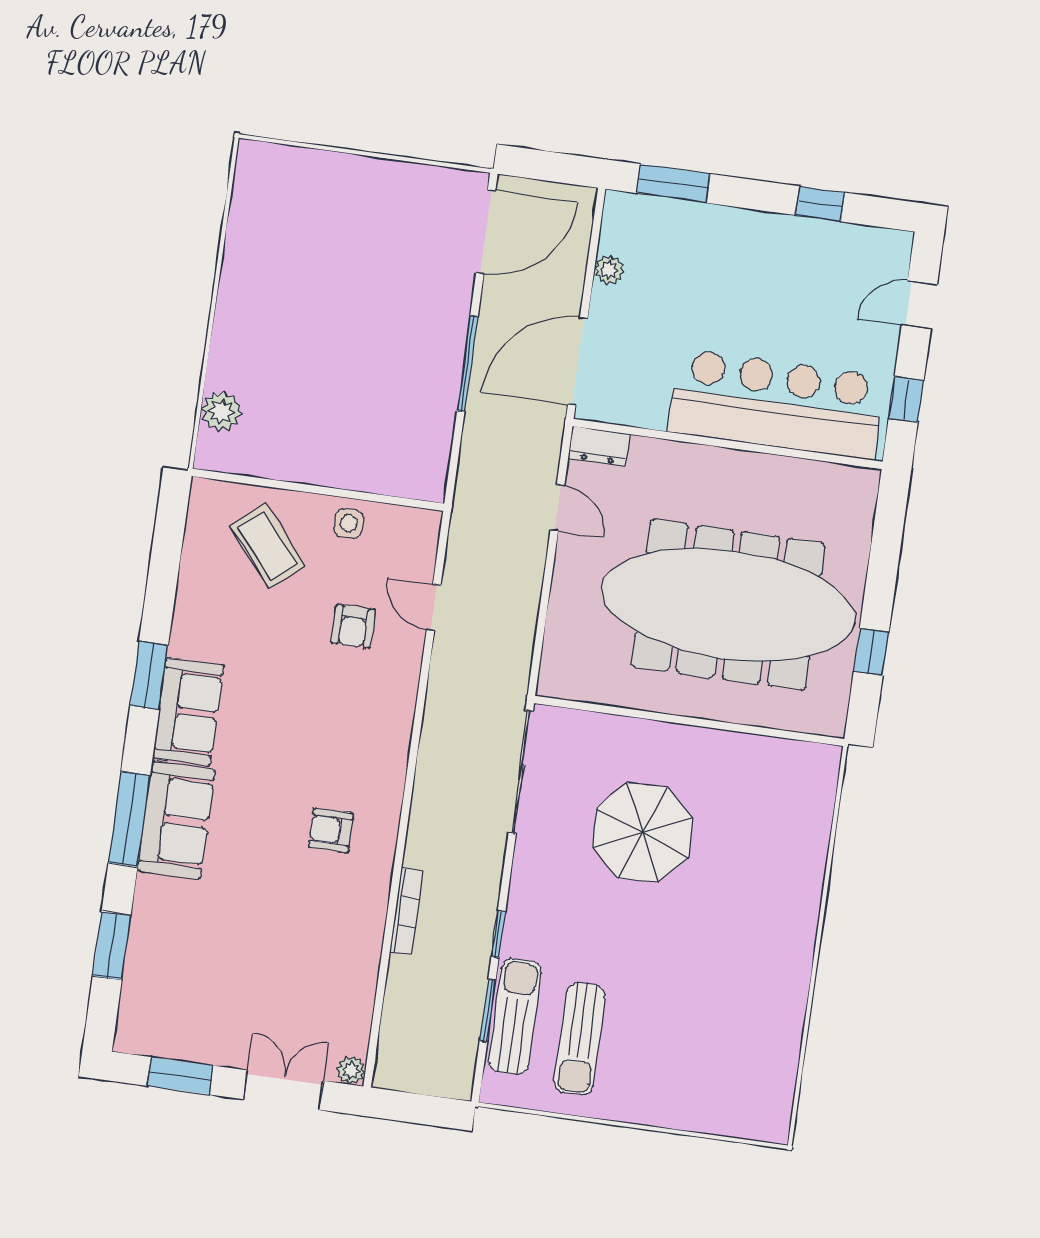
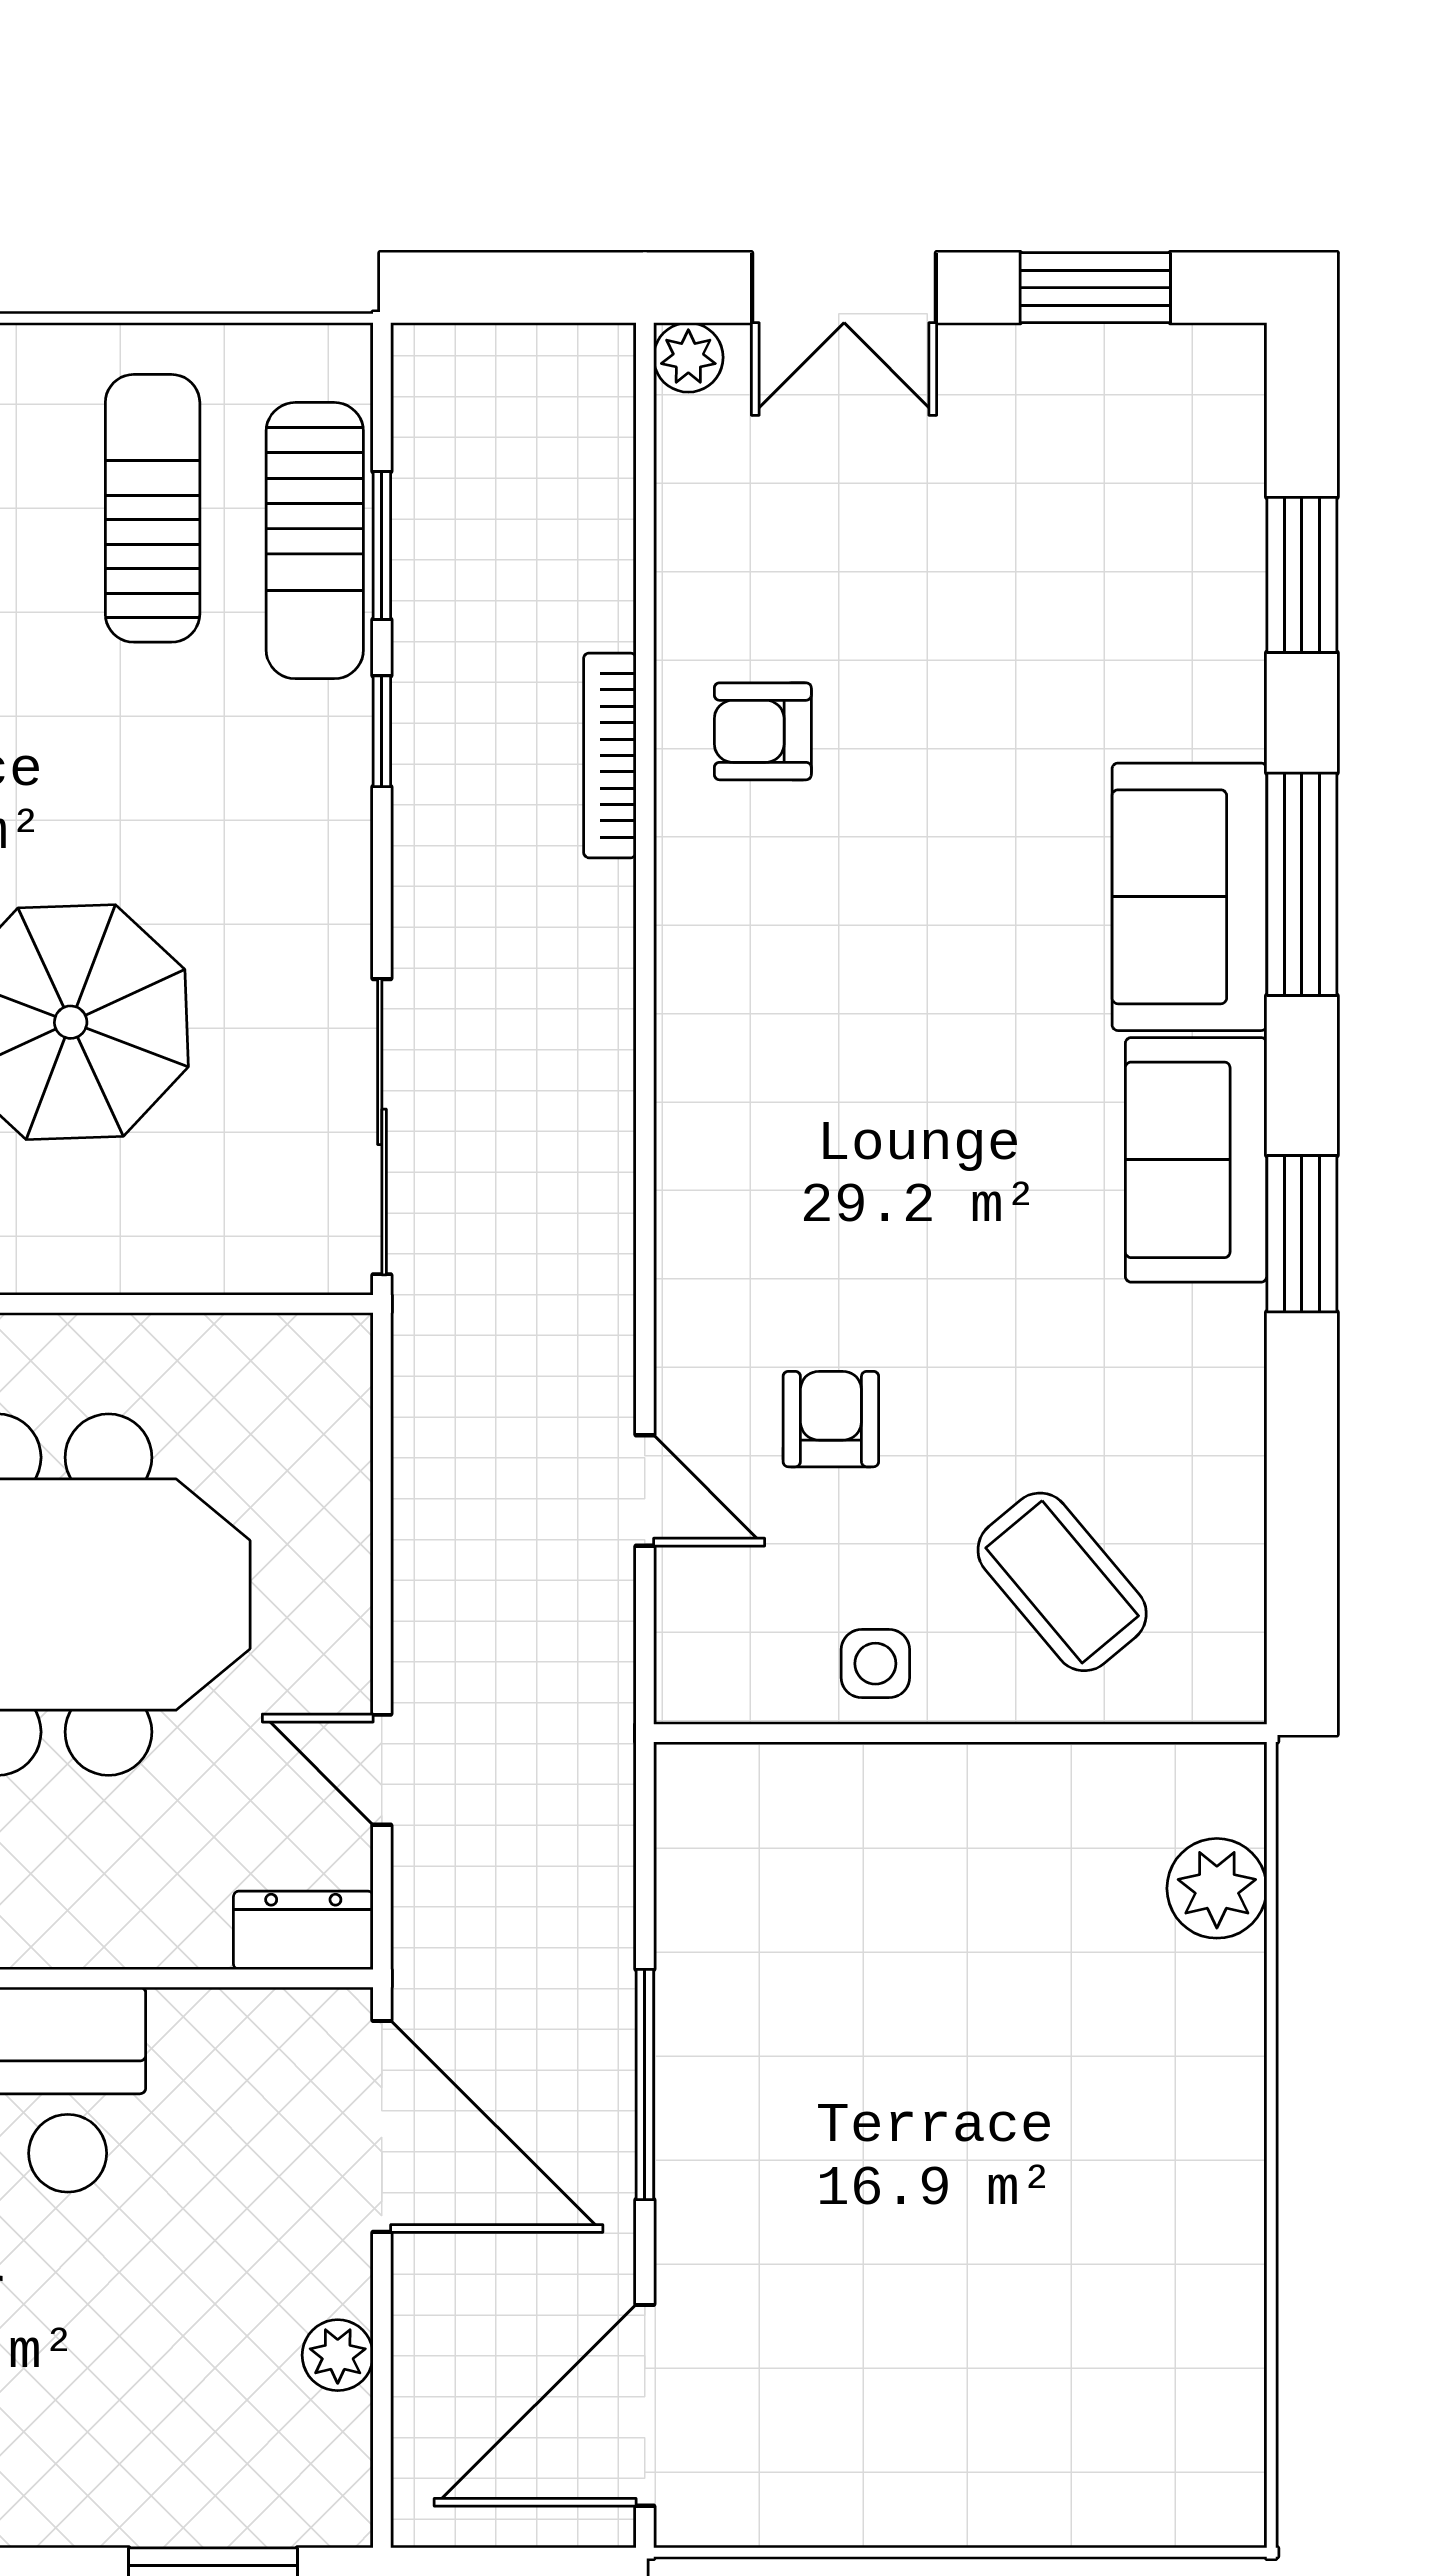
door: (578, 361) -> (382, 2126), hinge flipped
armchair: (331, 830) -> (763, 731), moved, turned 180

